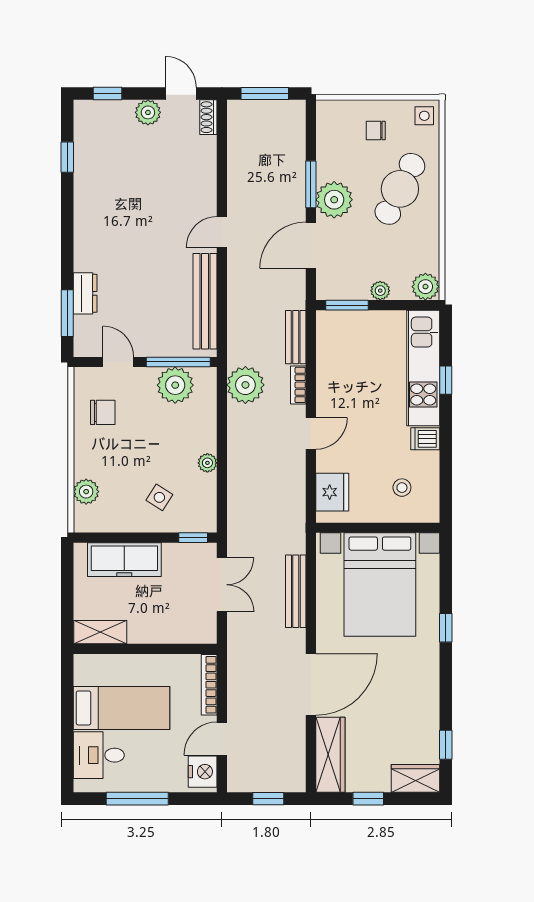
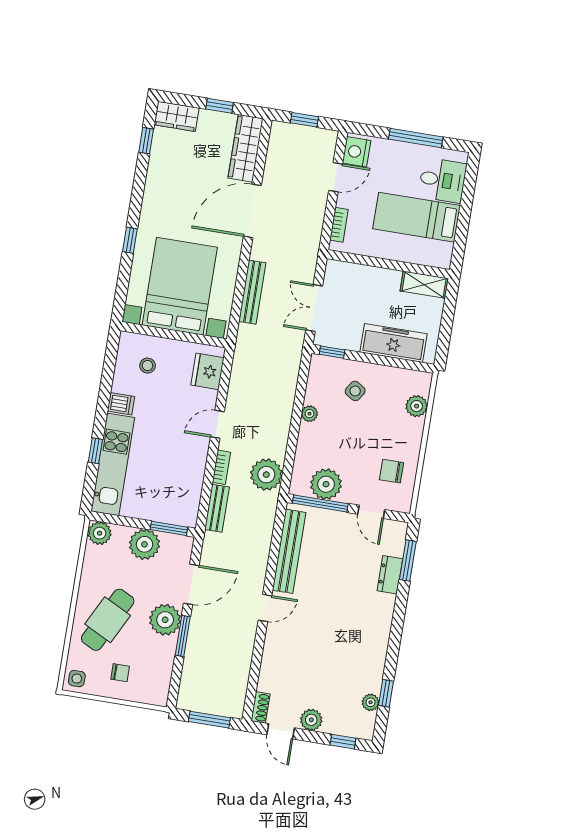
plant: (83, 144) -> (371, 702), added
plant: (380, 291) -> (144, 544), width x1.87, depth x1.87
bookcase: (209, 685) -> (339, 225), width x0.64

